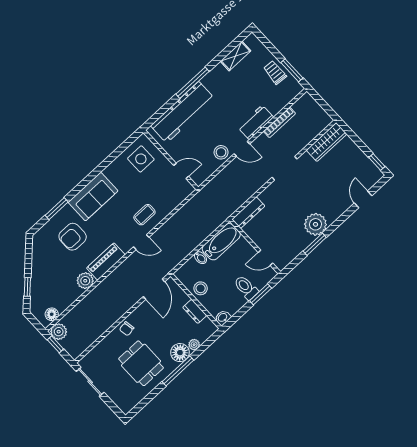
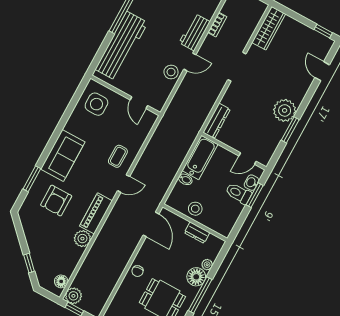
bookcase: (279, 122) -> (217, 25), width x0.64
door: (181, 171) -> (139, 103), swing flipped
washbasin: (223, 318) -> (252, 183), moved

